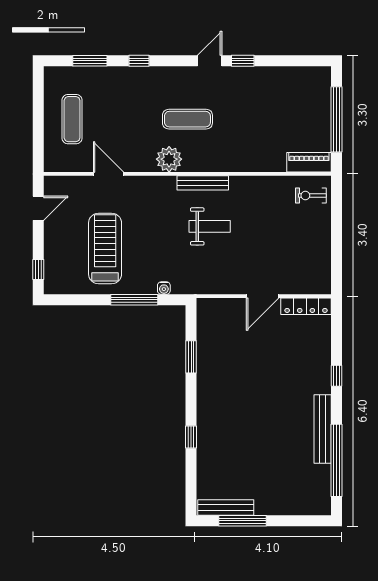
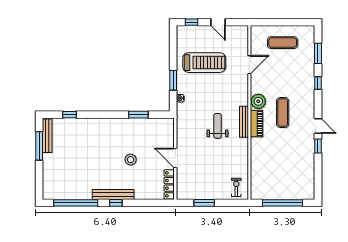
piano: (309, 162) -> (256, 124), moved
door: (38, 208) -> (218, 22), moved
weight bench: (210, 226) -> (218, 126), turned 180
window: (337, 249) -> (204, 203), added
window: (134, 300) -> (173, 80), width x0.69
stool: (265, 370) -> (131, 160), added
window: (337, 376) -> (116, 203), moved
bench: (323, 429) -> (113, 194), moved
window: (191, 437) -> (70, 115), moved

